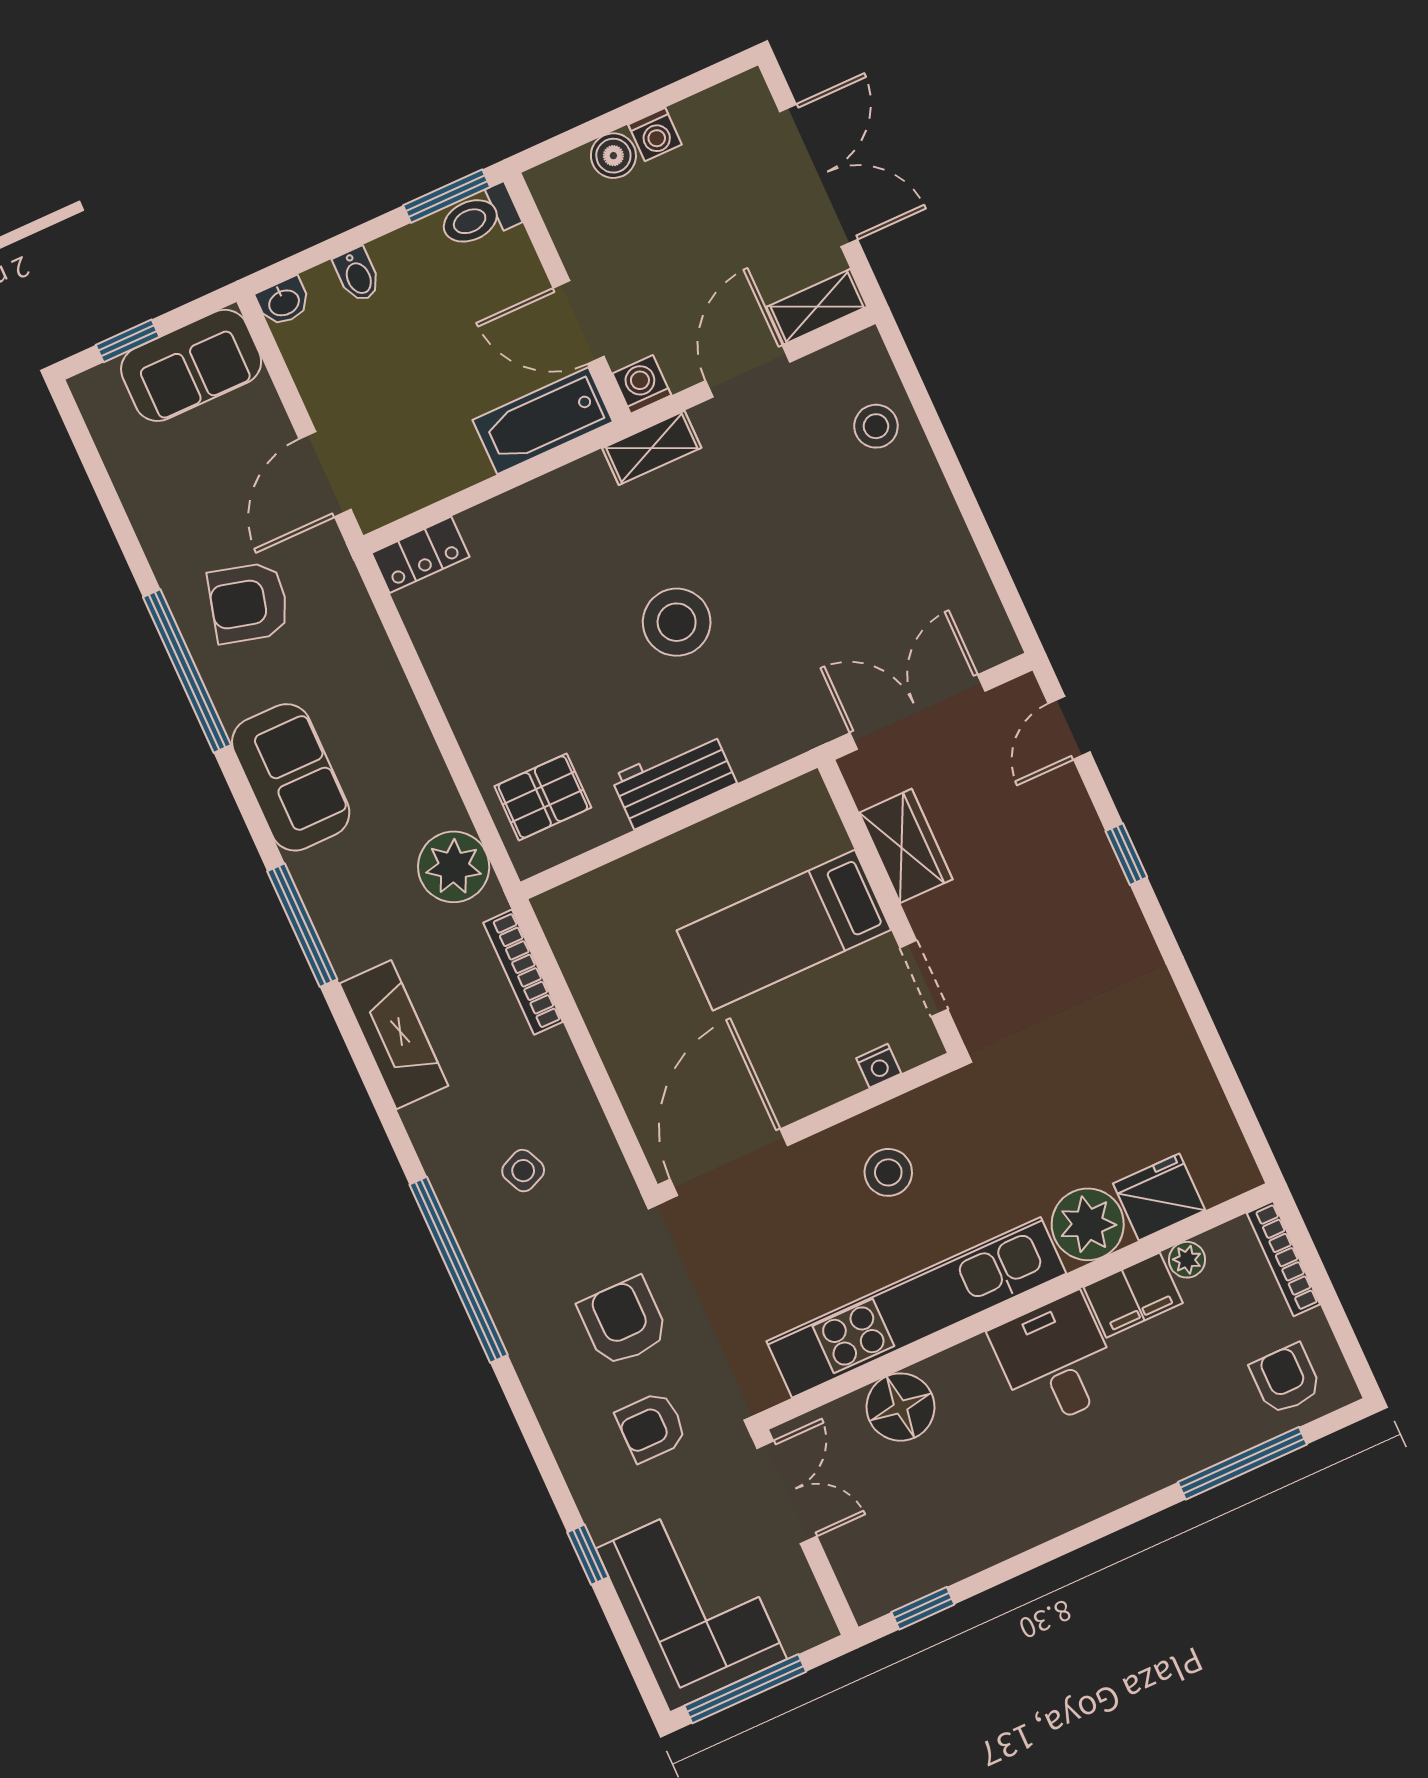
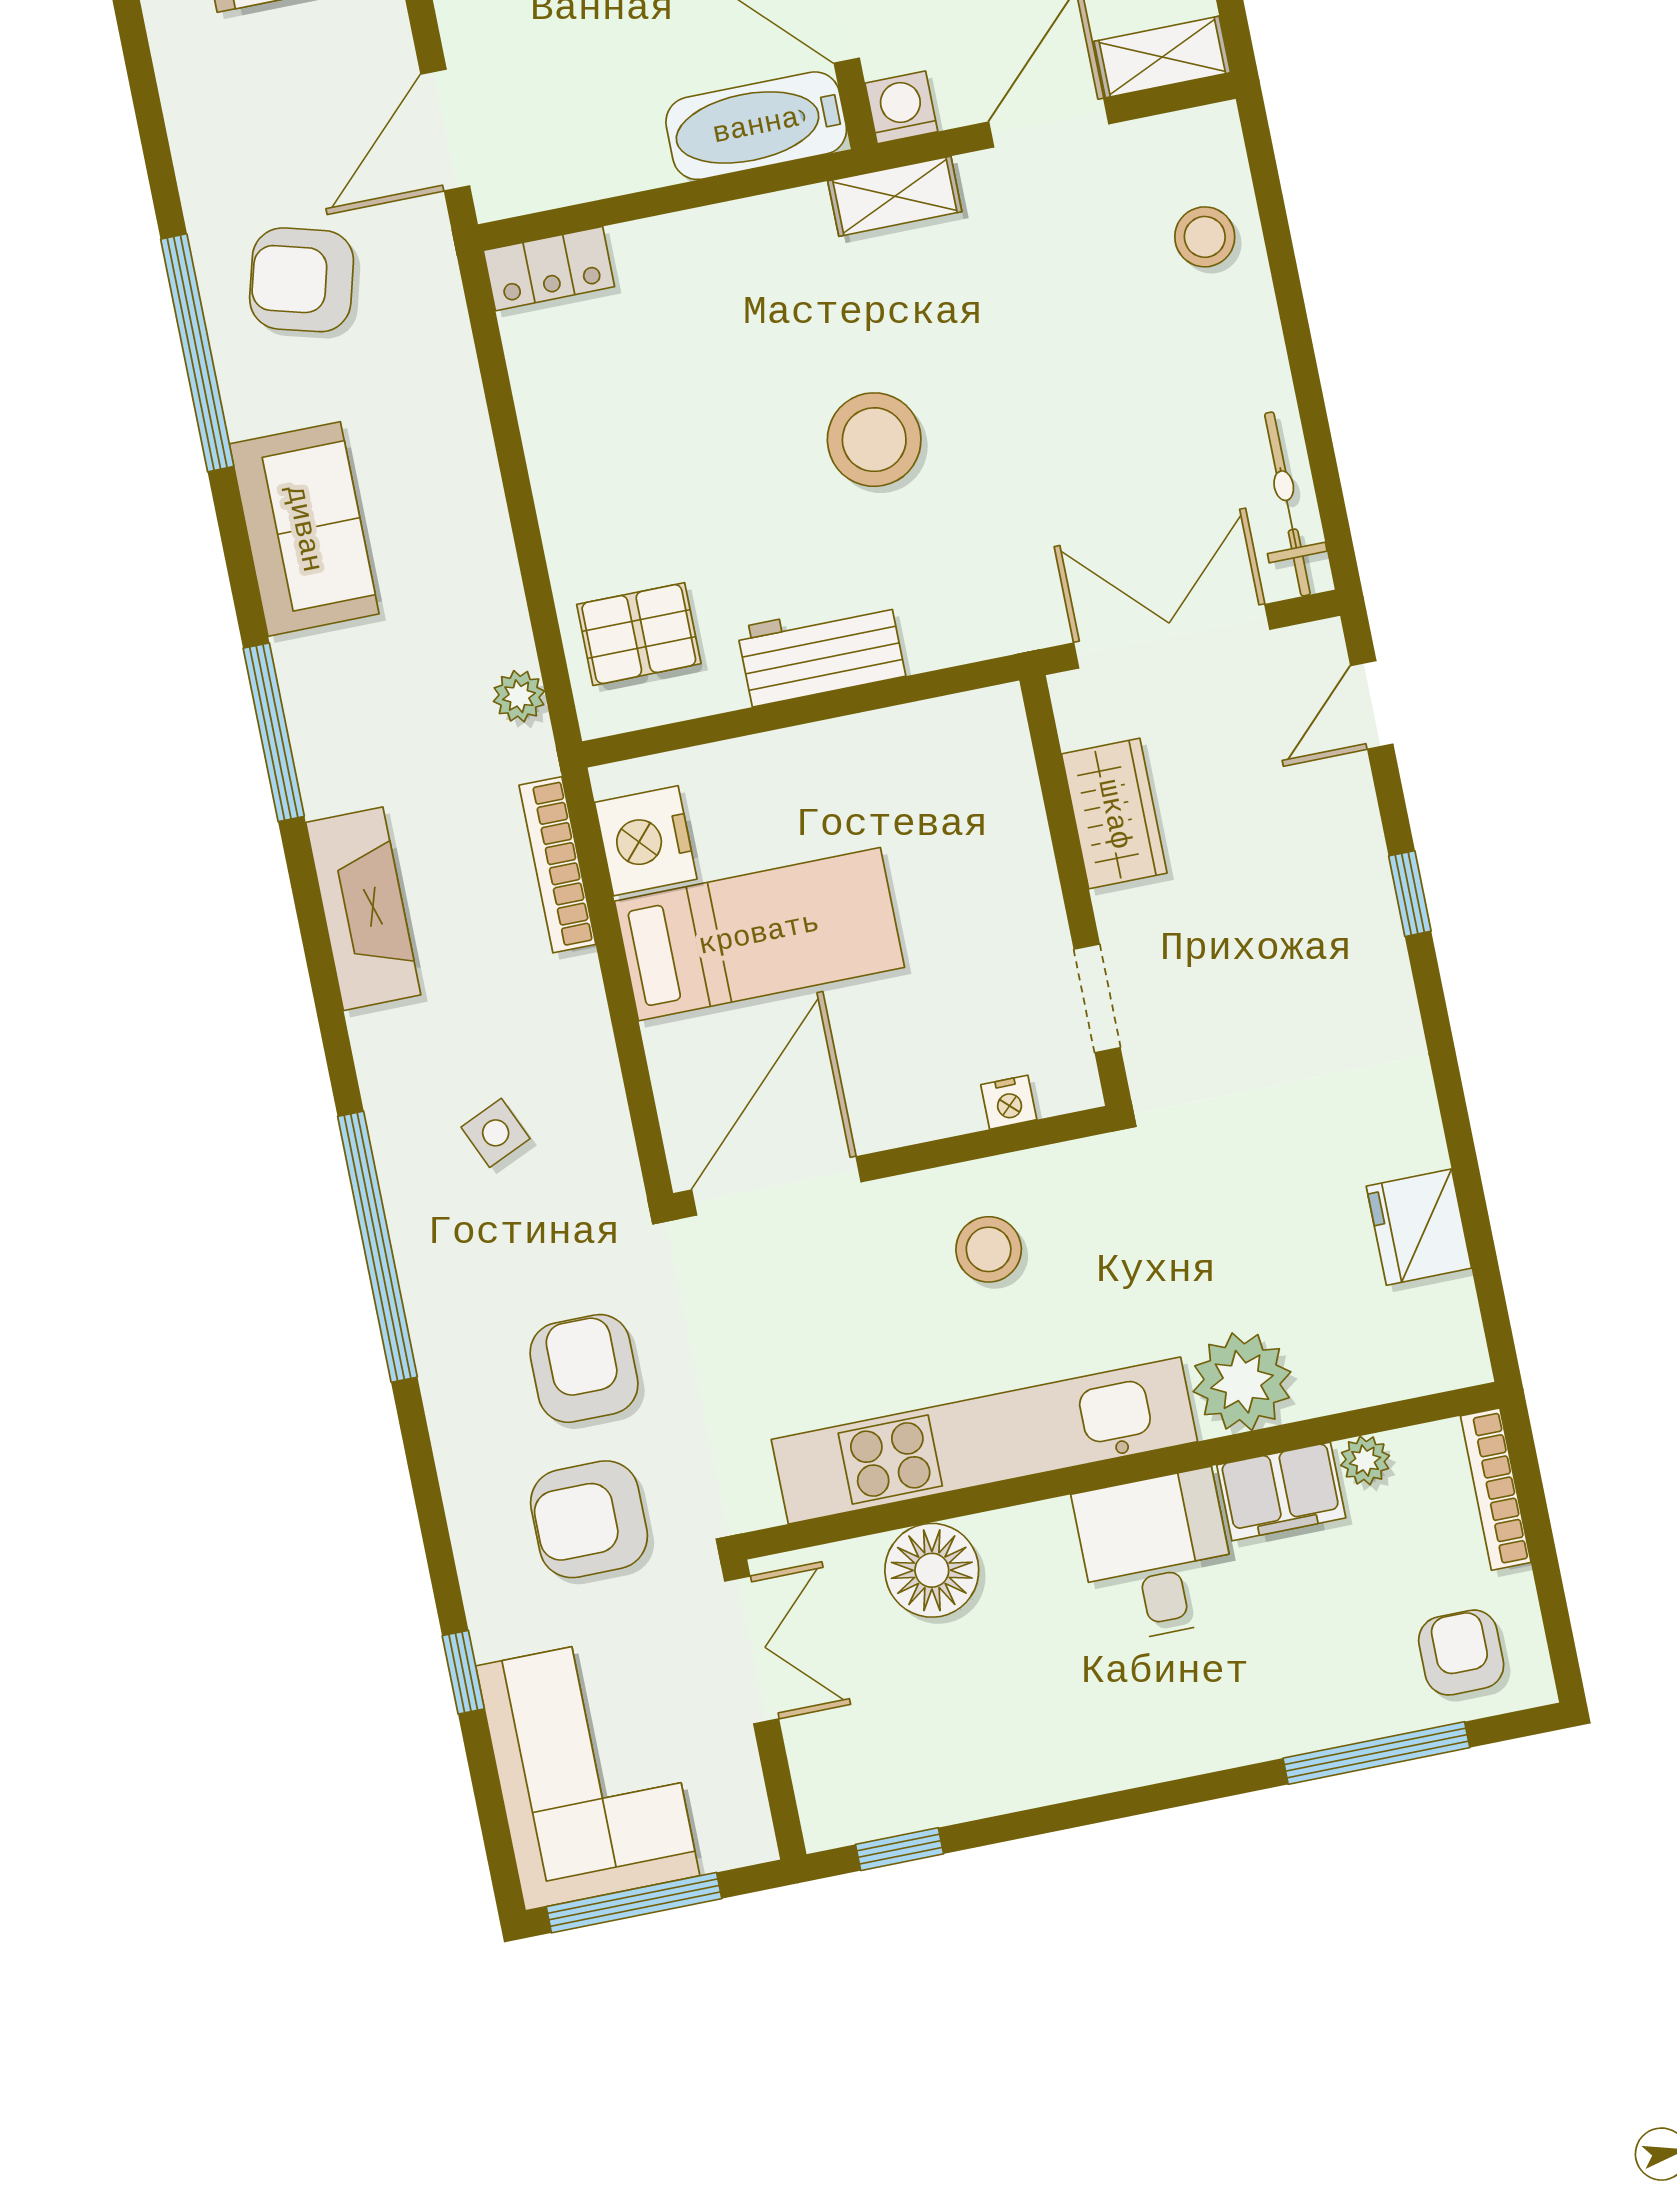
bicycle: (977, 600) -> (1287, 504), added
plant: (454, 867) -> (519, 696), width x0.53, depth x0.53
bed: (784, 930) -> (759, 934), moved, turned 180
nightstand: (581, 941) -> (646, 841), added
fridge: (1159, 1197) -> (1419, 1227), moved, turned -90
armchair: (651, 1427) -> (589, 1519), width x1.38, depth x1.38

